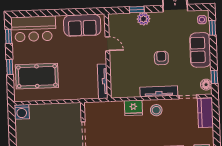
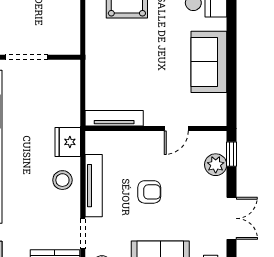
door: (107, 44) -> (176, 128), moved
wall: (108, 56) -> (156, 128), moved
tv unit: (103, 81) -> (114, 118), moved

